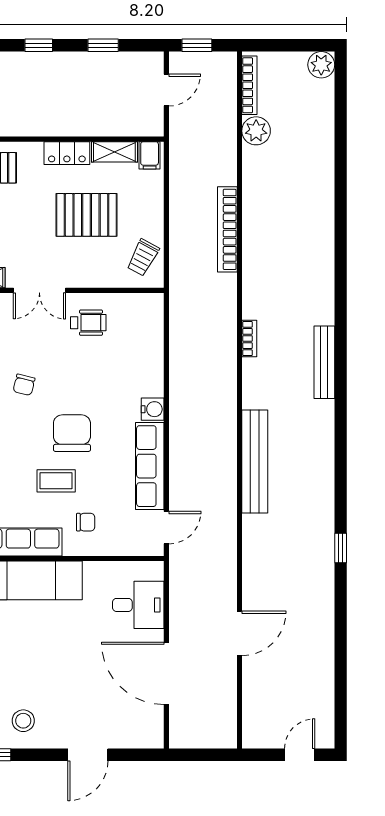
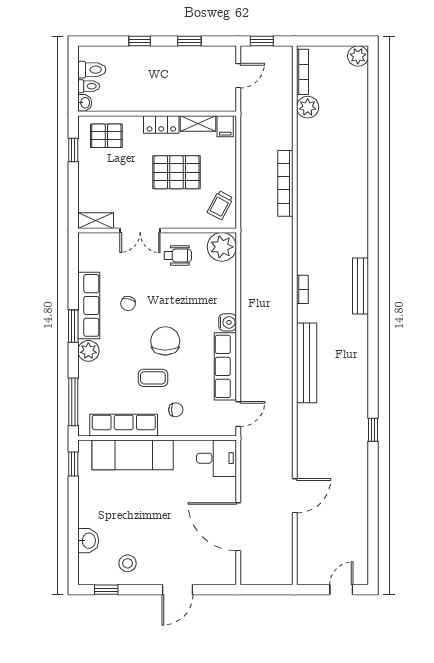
plant: (145, 311) -> (222, 247), added
bookcase: (249, 339) -> (302, 289), moved
desk: (138, 605) -> (217, 458), moved

